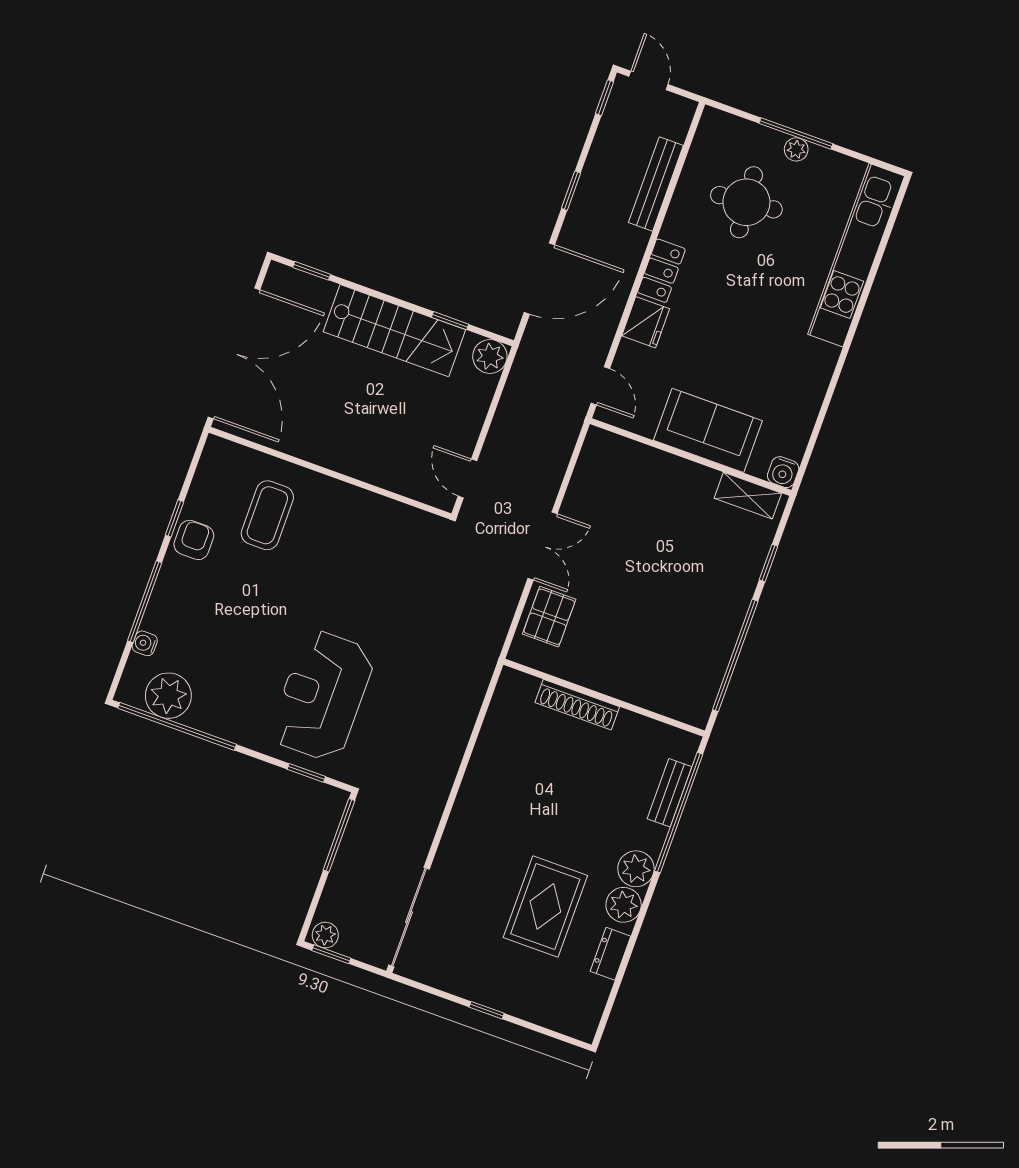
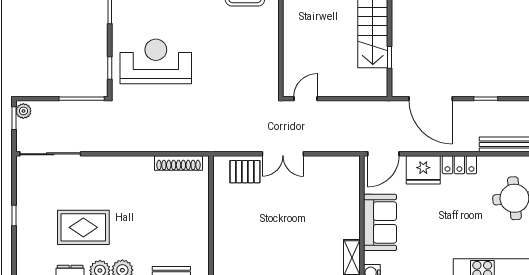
fridge: (646, 322) -> (423, 170), width x1.36, depth x1.34
plant: (490, 356) -> (378, 87), removed
door: (600, 386) -> (383, 154), width x1.38
shoe rack: (577, 705) -> (179, 163), moved, turned -90

